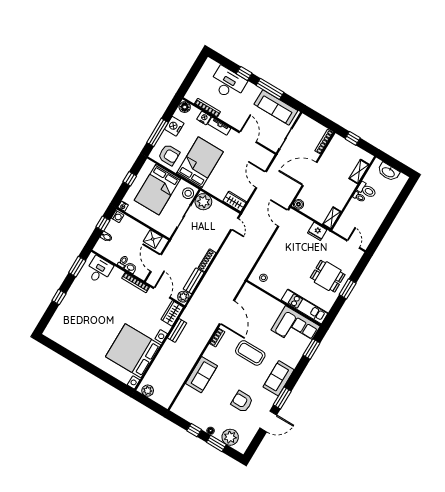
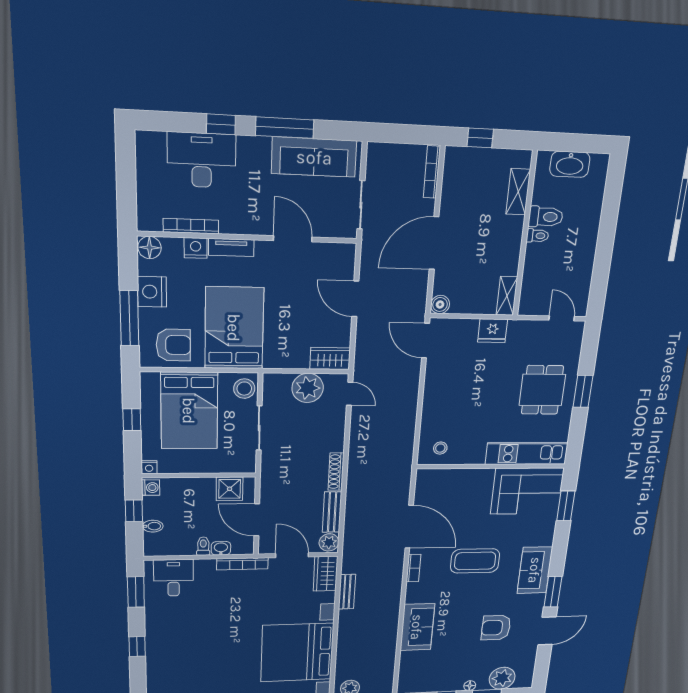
plant: (203, 202) -> (308, 388), moved
dining table: (328, 276) -> (542, 390), turned 90

